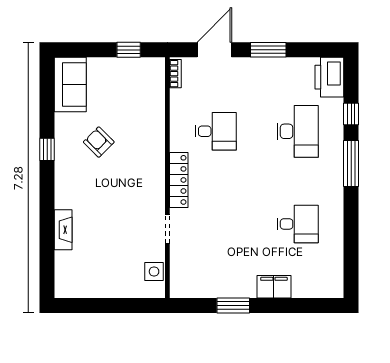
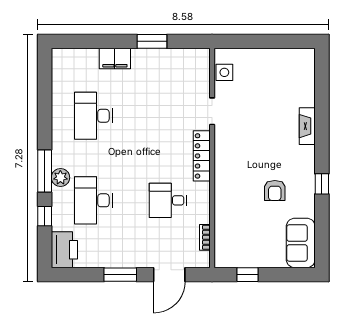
bookcase: (175, 74) -> (205, 237), moved
armchair: (99, 142) -> (275, 191), turned 45
plant: (334, 156) -> (60, 178), added
desk: (298, 224) -> (93, 116), width x1.37
fireplace: (63, 230) -> (307, 126), moved

